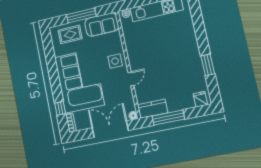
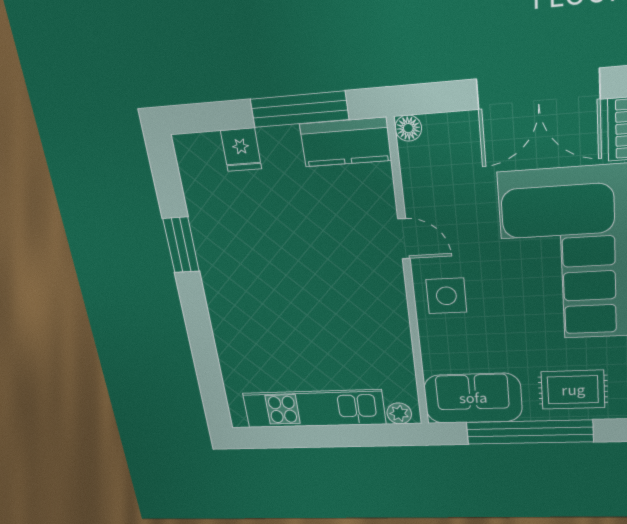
window: (81, 15) -> (530, 432), width x1.46
door: (131, 79) -> (404, 239), swing flipped
fridge: (200, 99) -> (241, 150), moved
double door: (110, 129) -> (538, 89), moved

